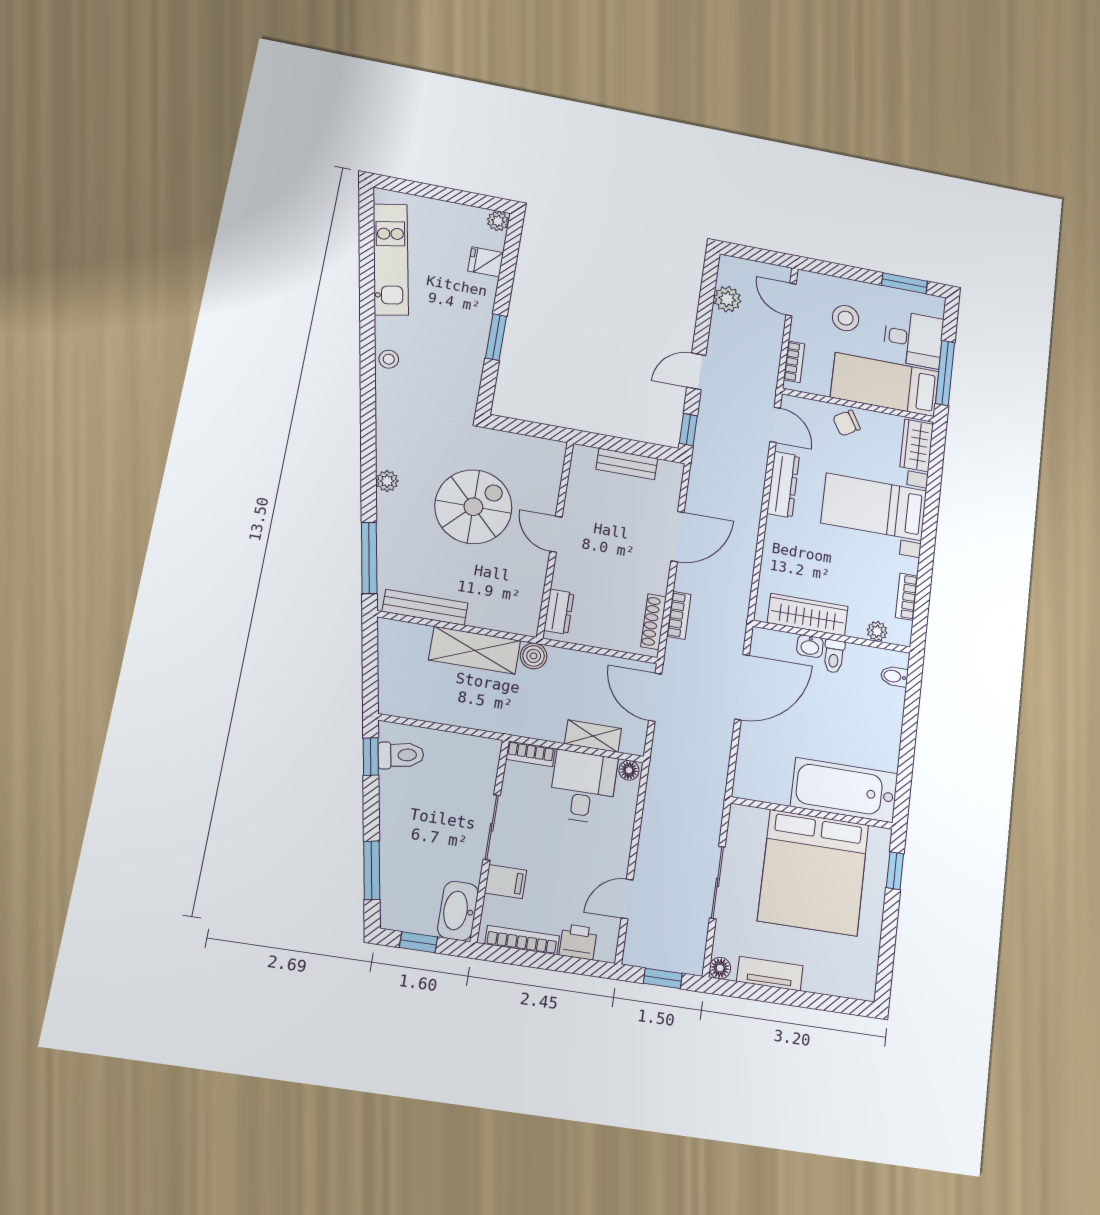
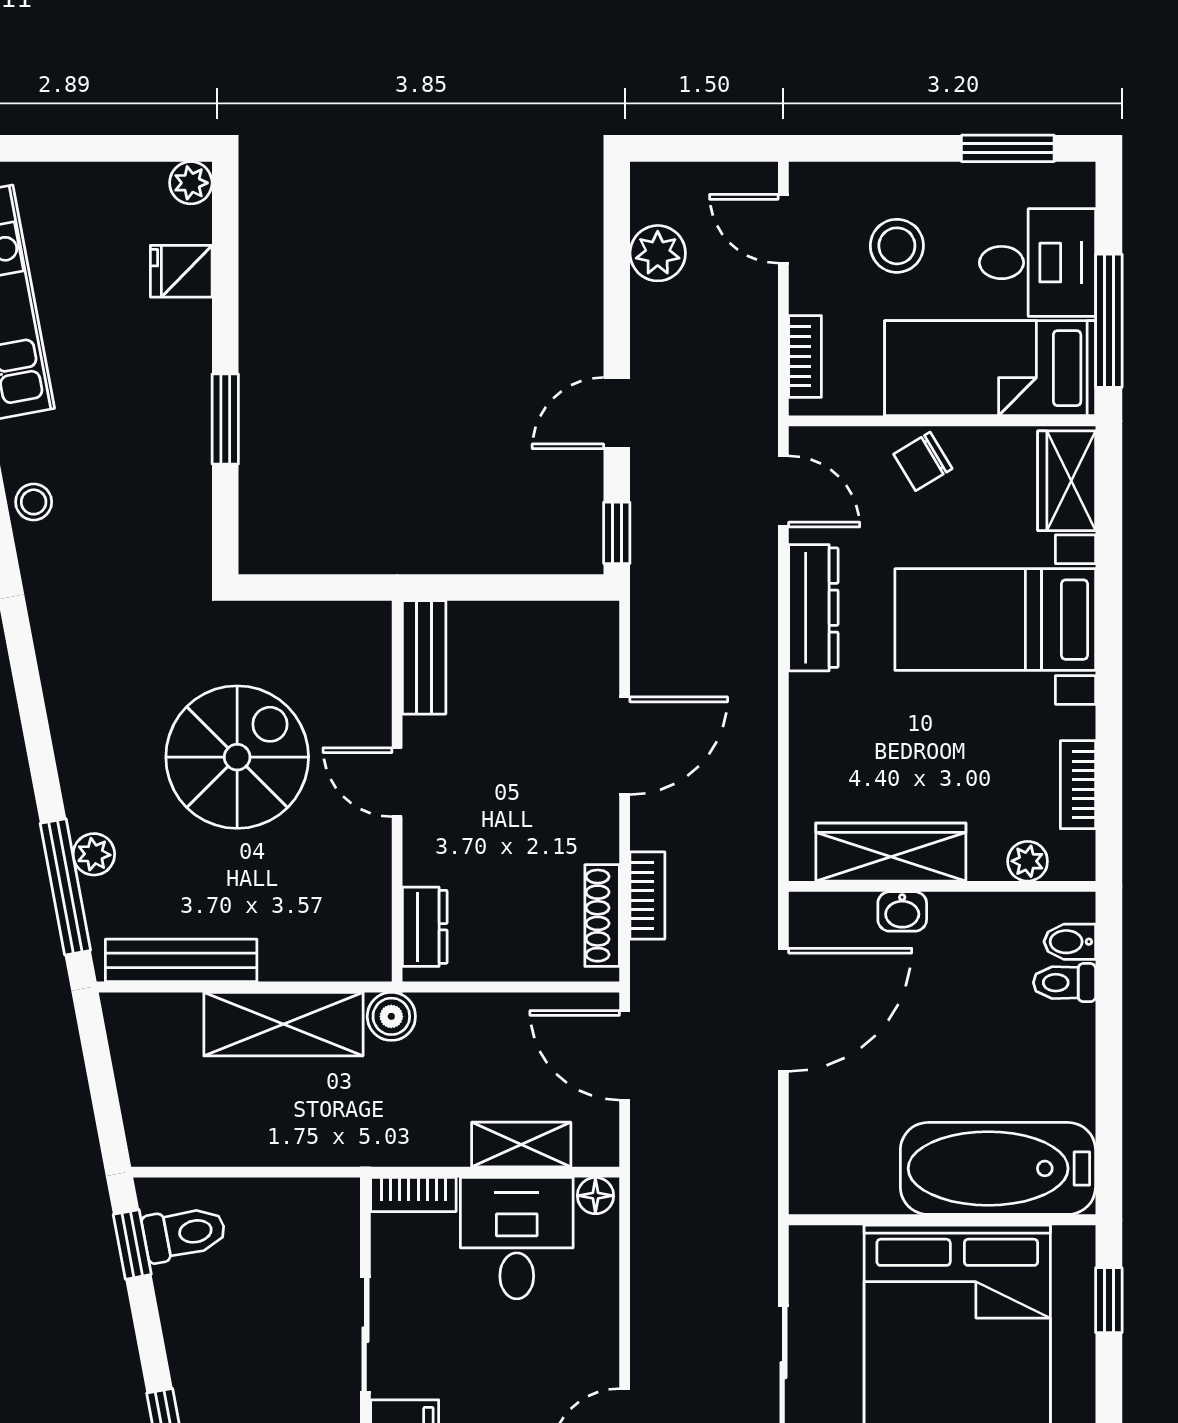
bench: (627, 464) -> (424, 657), moved, turned 90
plant: (387, 481) -> (94, 854), moved
toilet: (834, 656) -> (1064, 983), moved, turned 90

